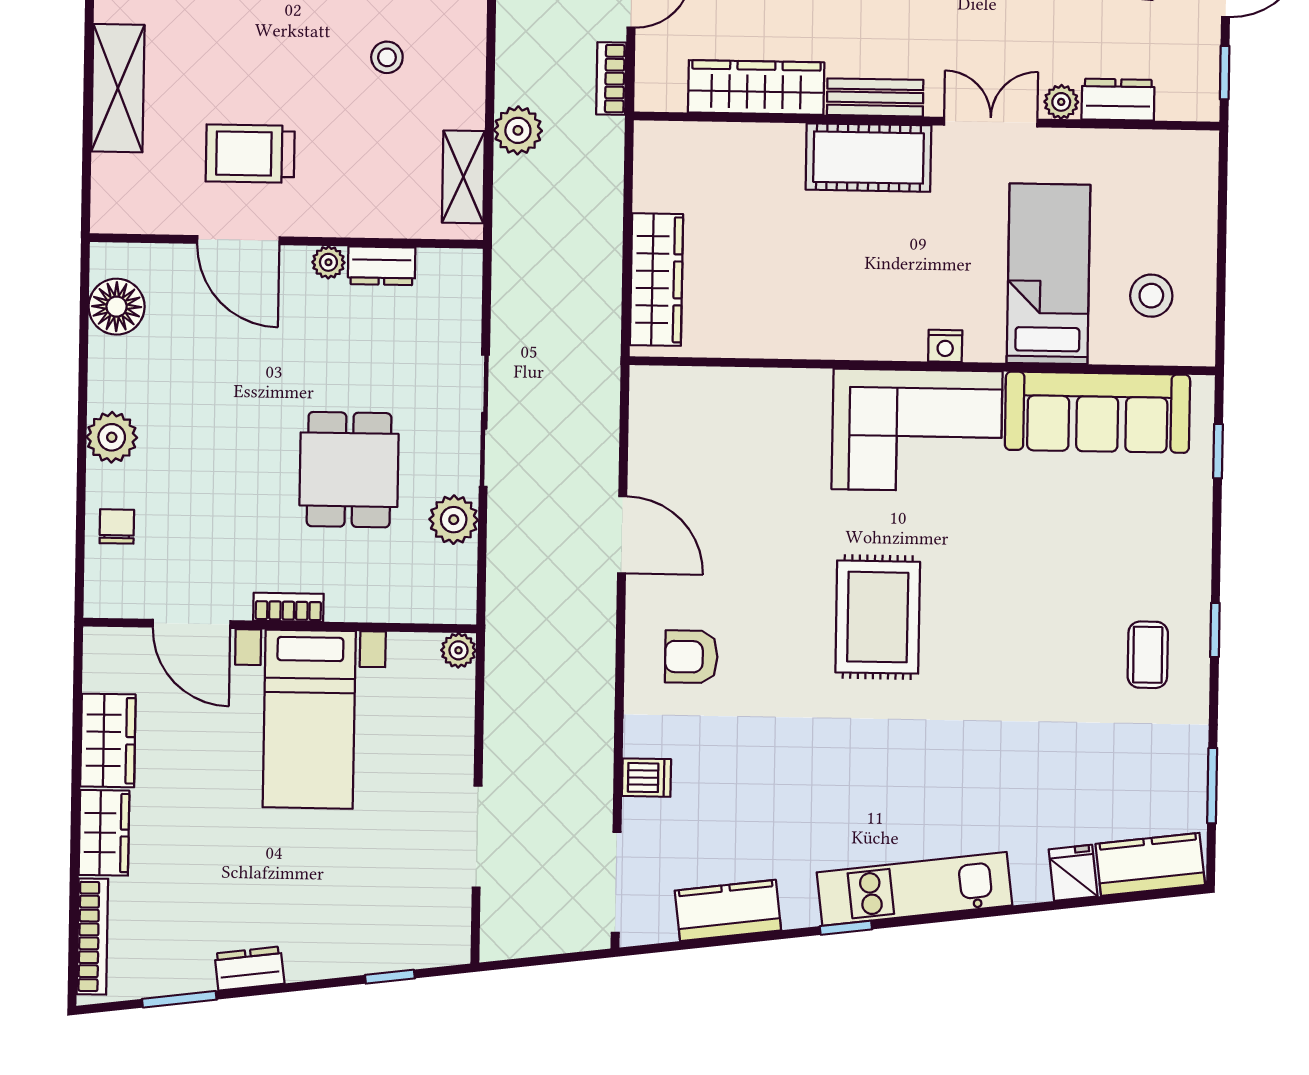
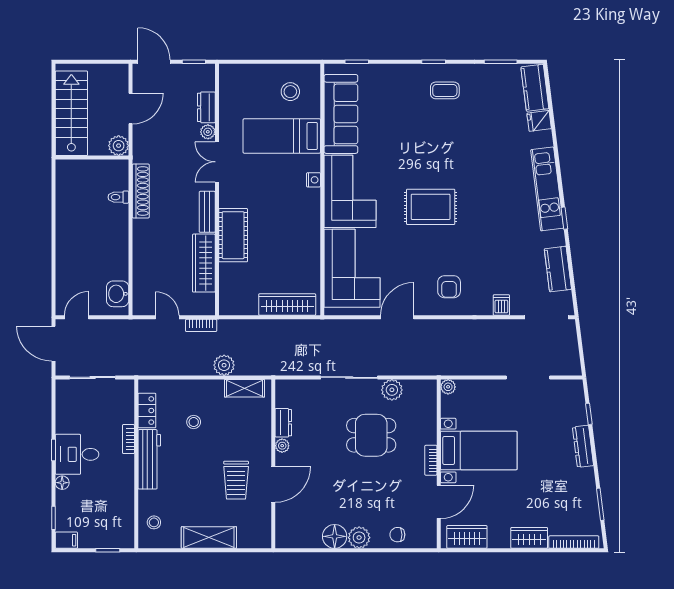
cot: (868, 158) -> (233, 235), moved
floor lamp: (117, 307) -> (335, 536), moved
corner sofa: (738, 432) -> (352, 268), added
wardrobe: (108, 740) -> (467, 537), moved
dresser: (249, 969) -> (583, 446), moved, width x1.44

